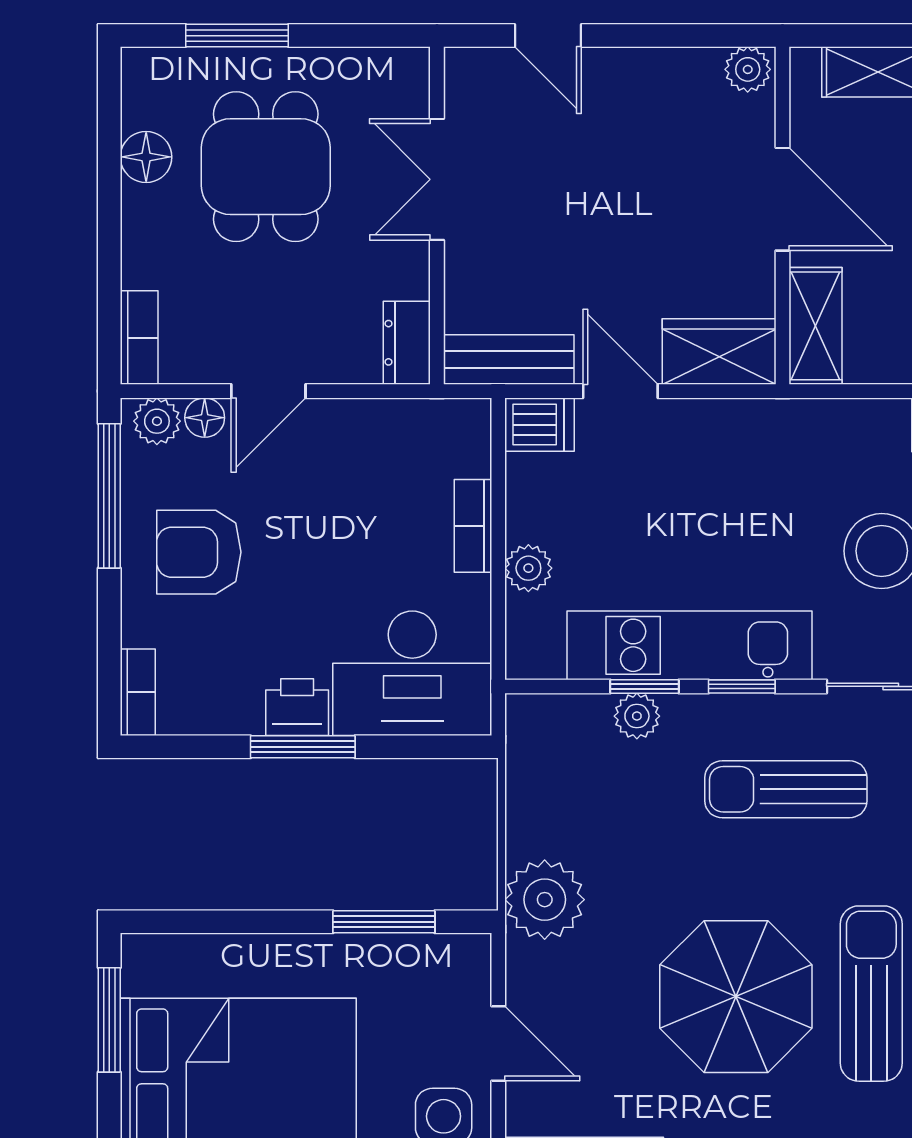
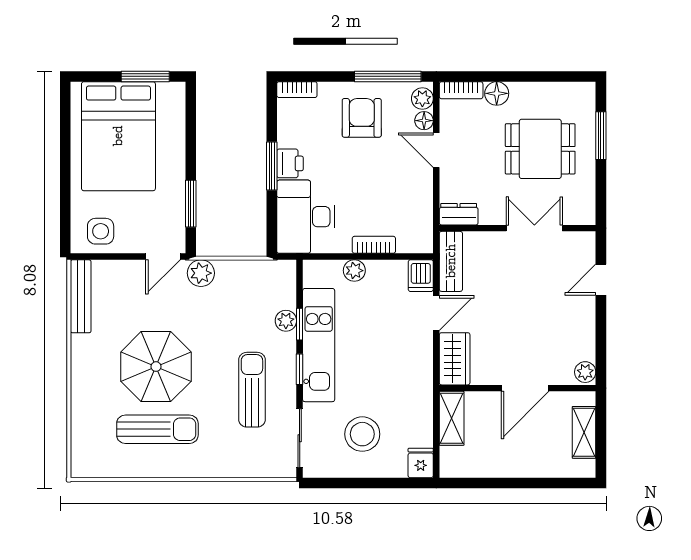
floor lamp: (146, 157) -> (497, 93), moved
shelving: (815, 326) -> (452, 418), moved, turned 90
plant: (545, 900) -> (201, 273), width x0.73, depth x0.73
door: (498, 1044) -> (163, 257), moved

